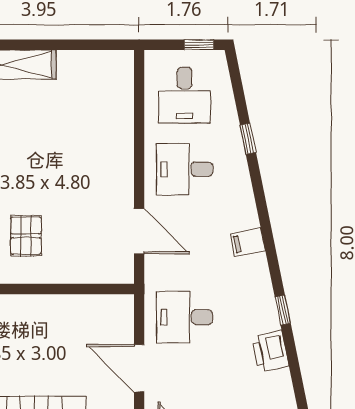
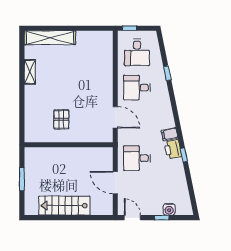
window: (199, 45) -> (130, 28), moved
filing cabinet: (248, 242) -> (170, 134), moved
printer: (270, 351) -> (173, 149), moved

